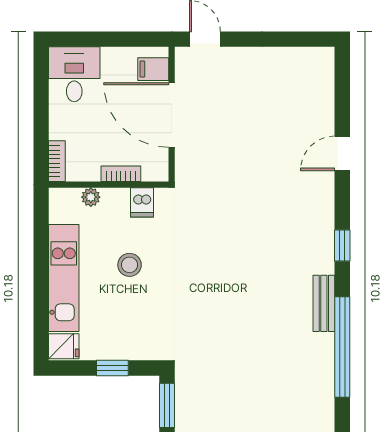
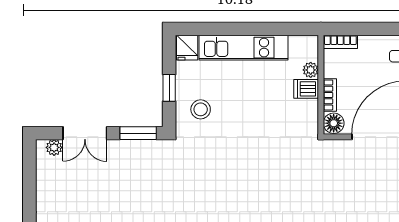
floor lamp: (155, 169) -> (334, 123), added
dishwasher: (142, 202) -> (306, 89), moved
stool: (130, 265) -> (201, 109), moved

